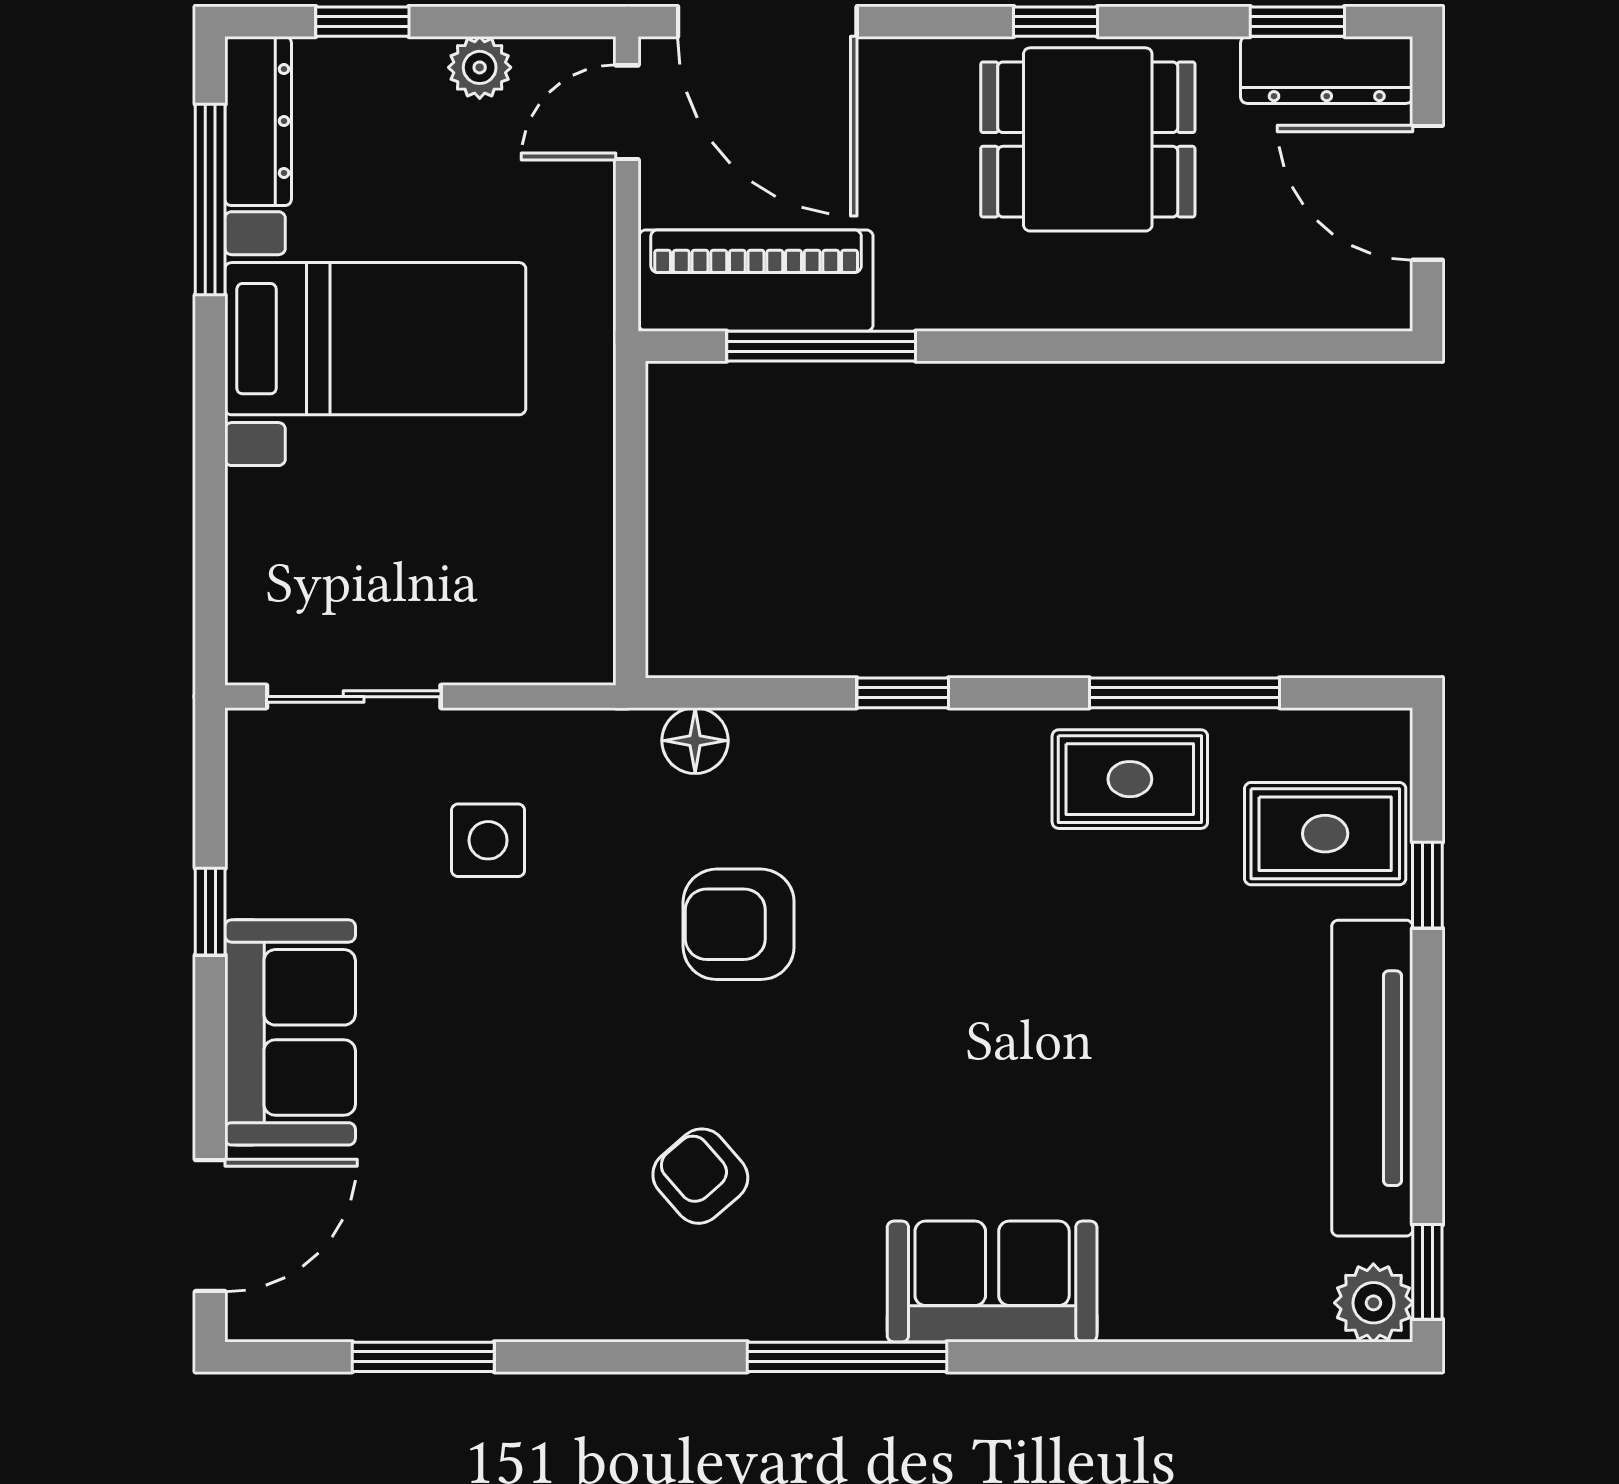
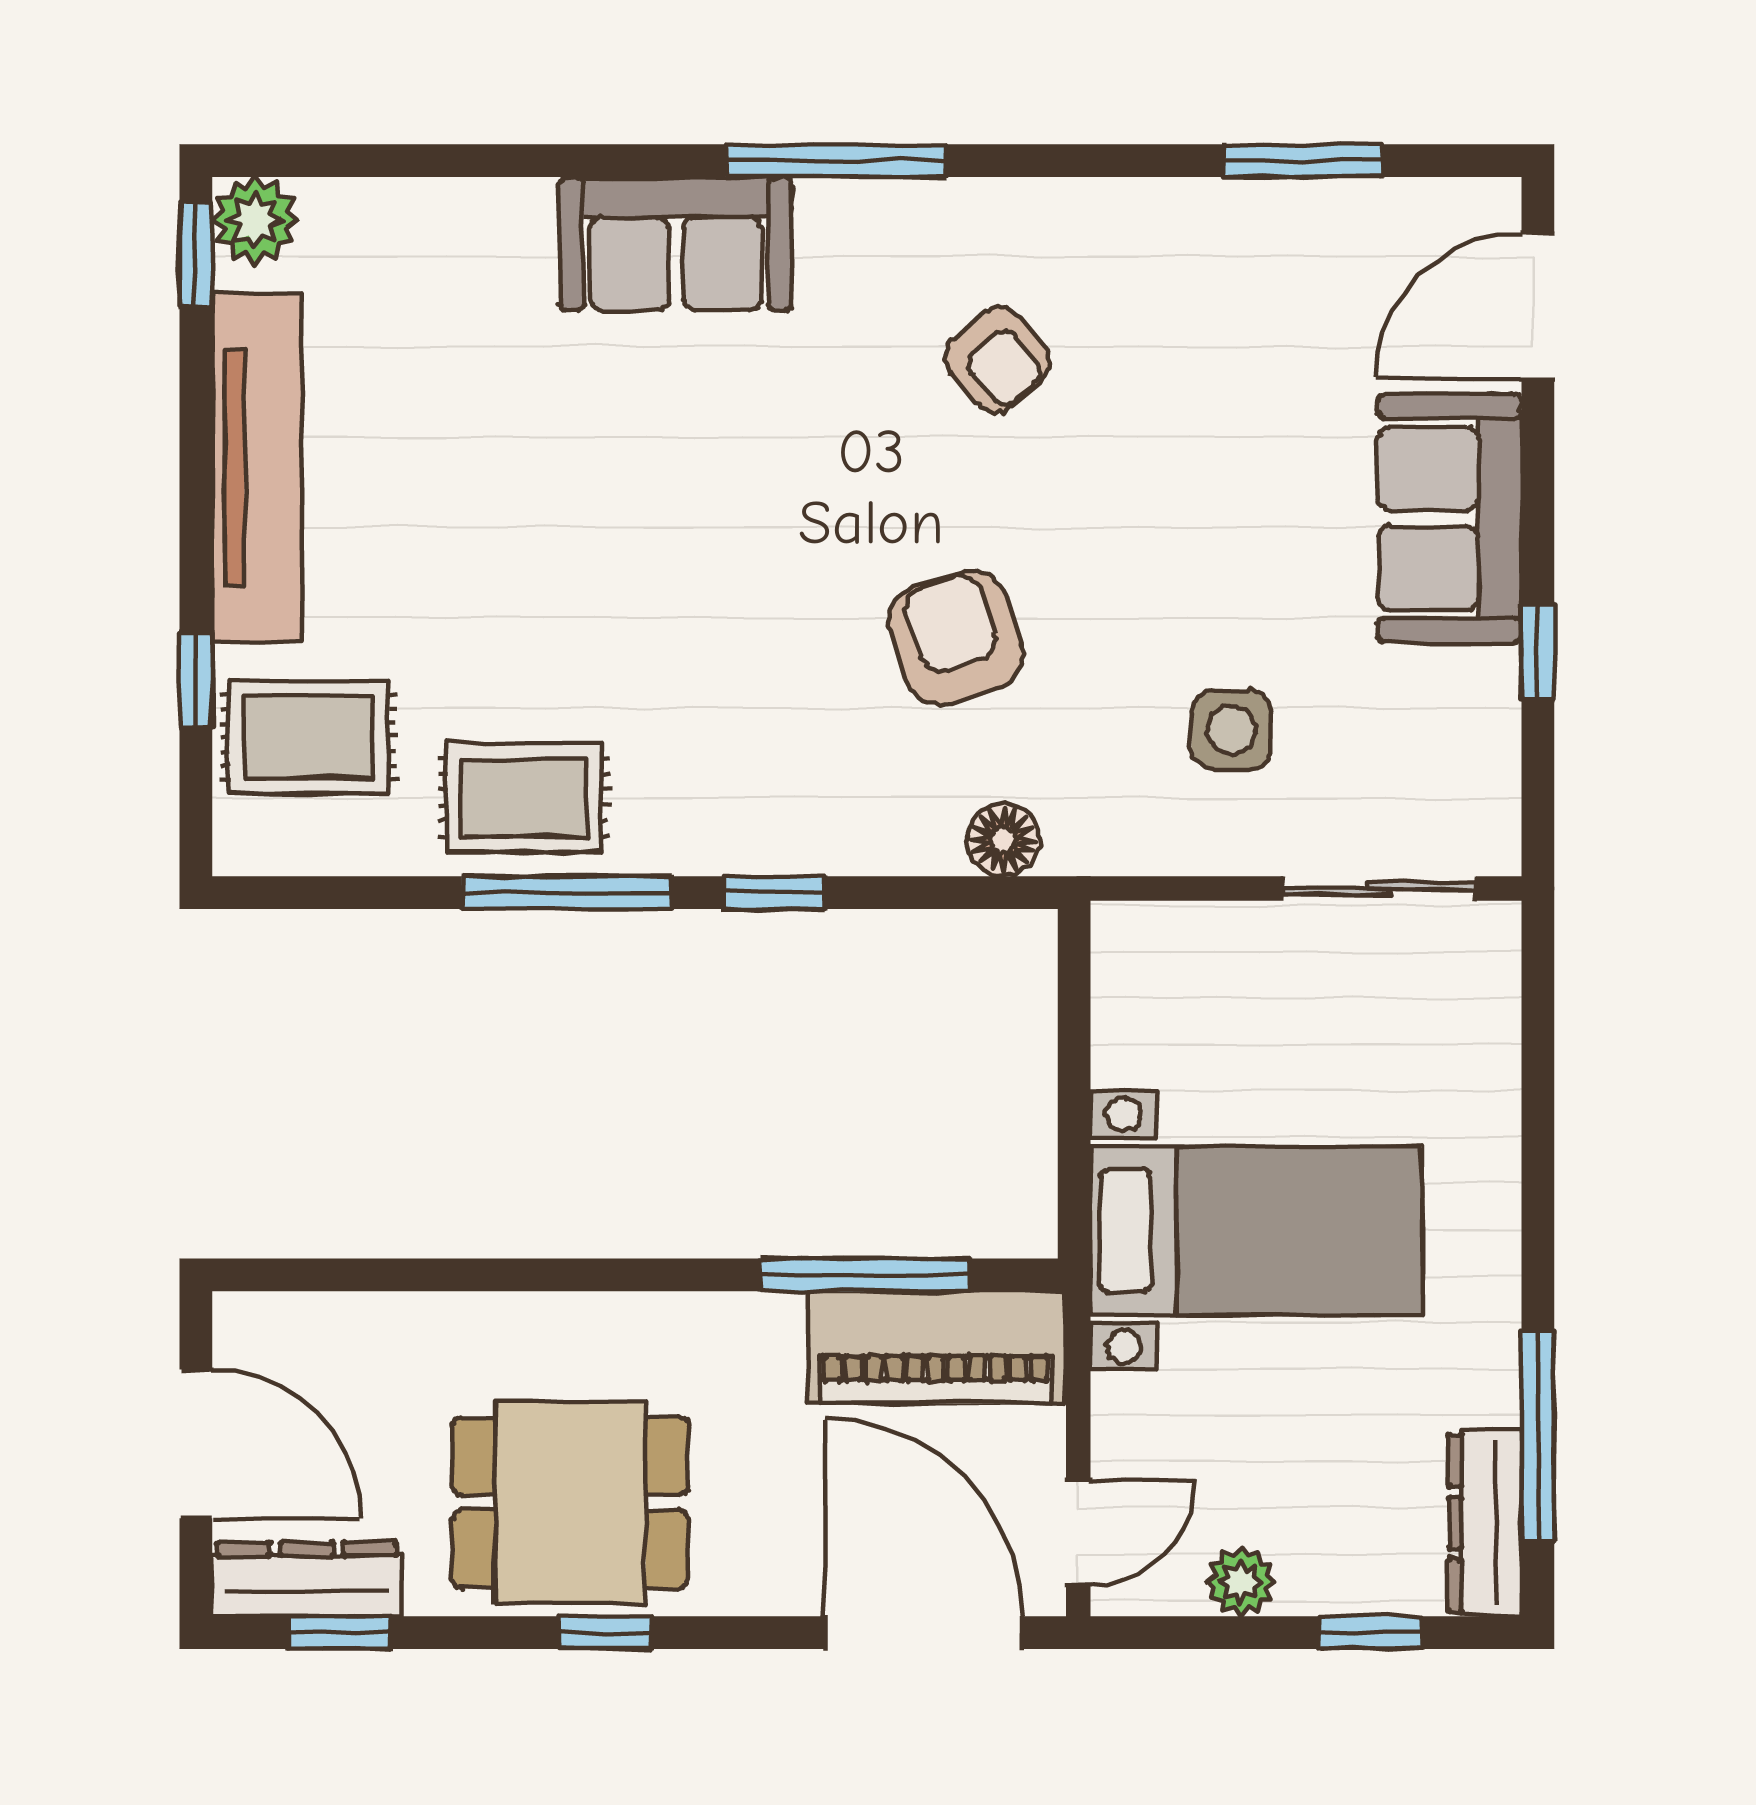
bed with nightstands: (375, 339) -> (1256, 1231), moved, turned 180
window: (1184, 693) -> (567, 893), moved
armchair: (739, 924) -> (955, 637), turned -108

